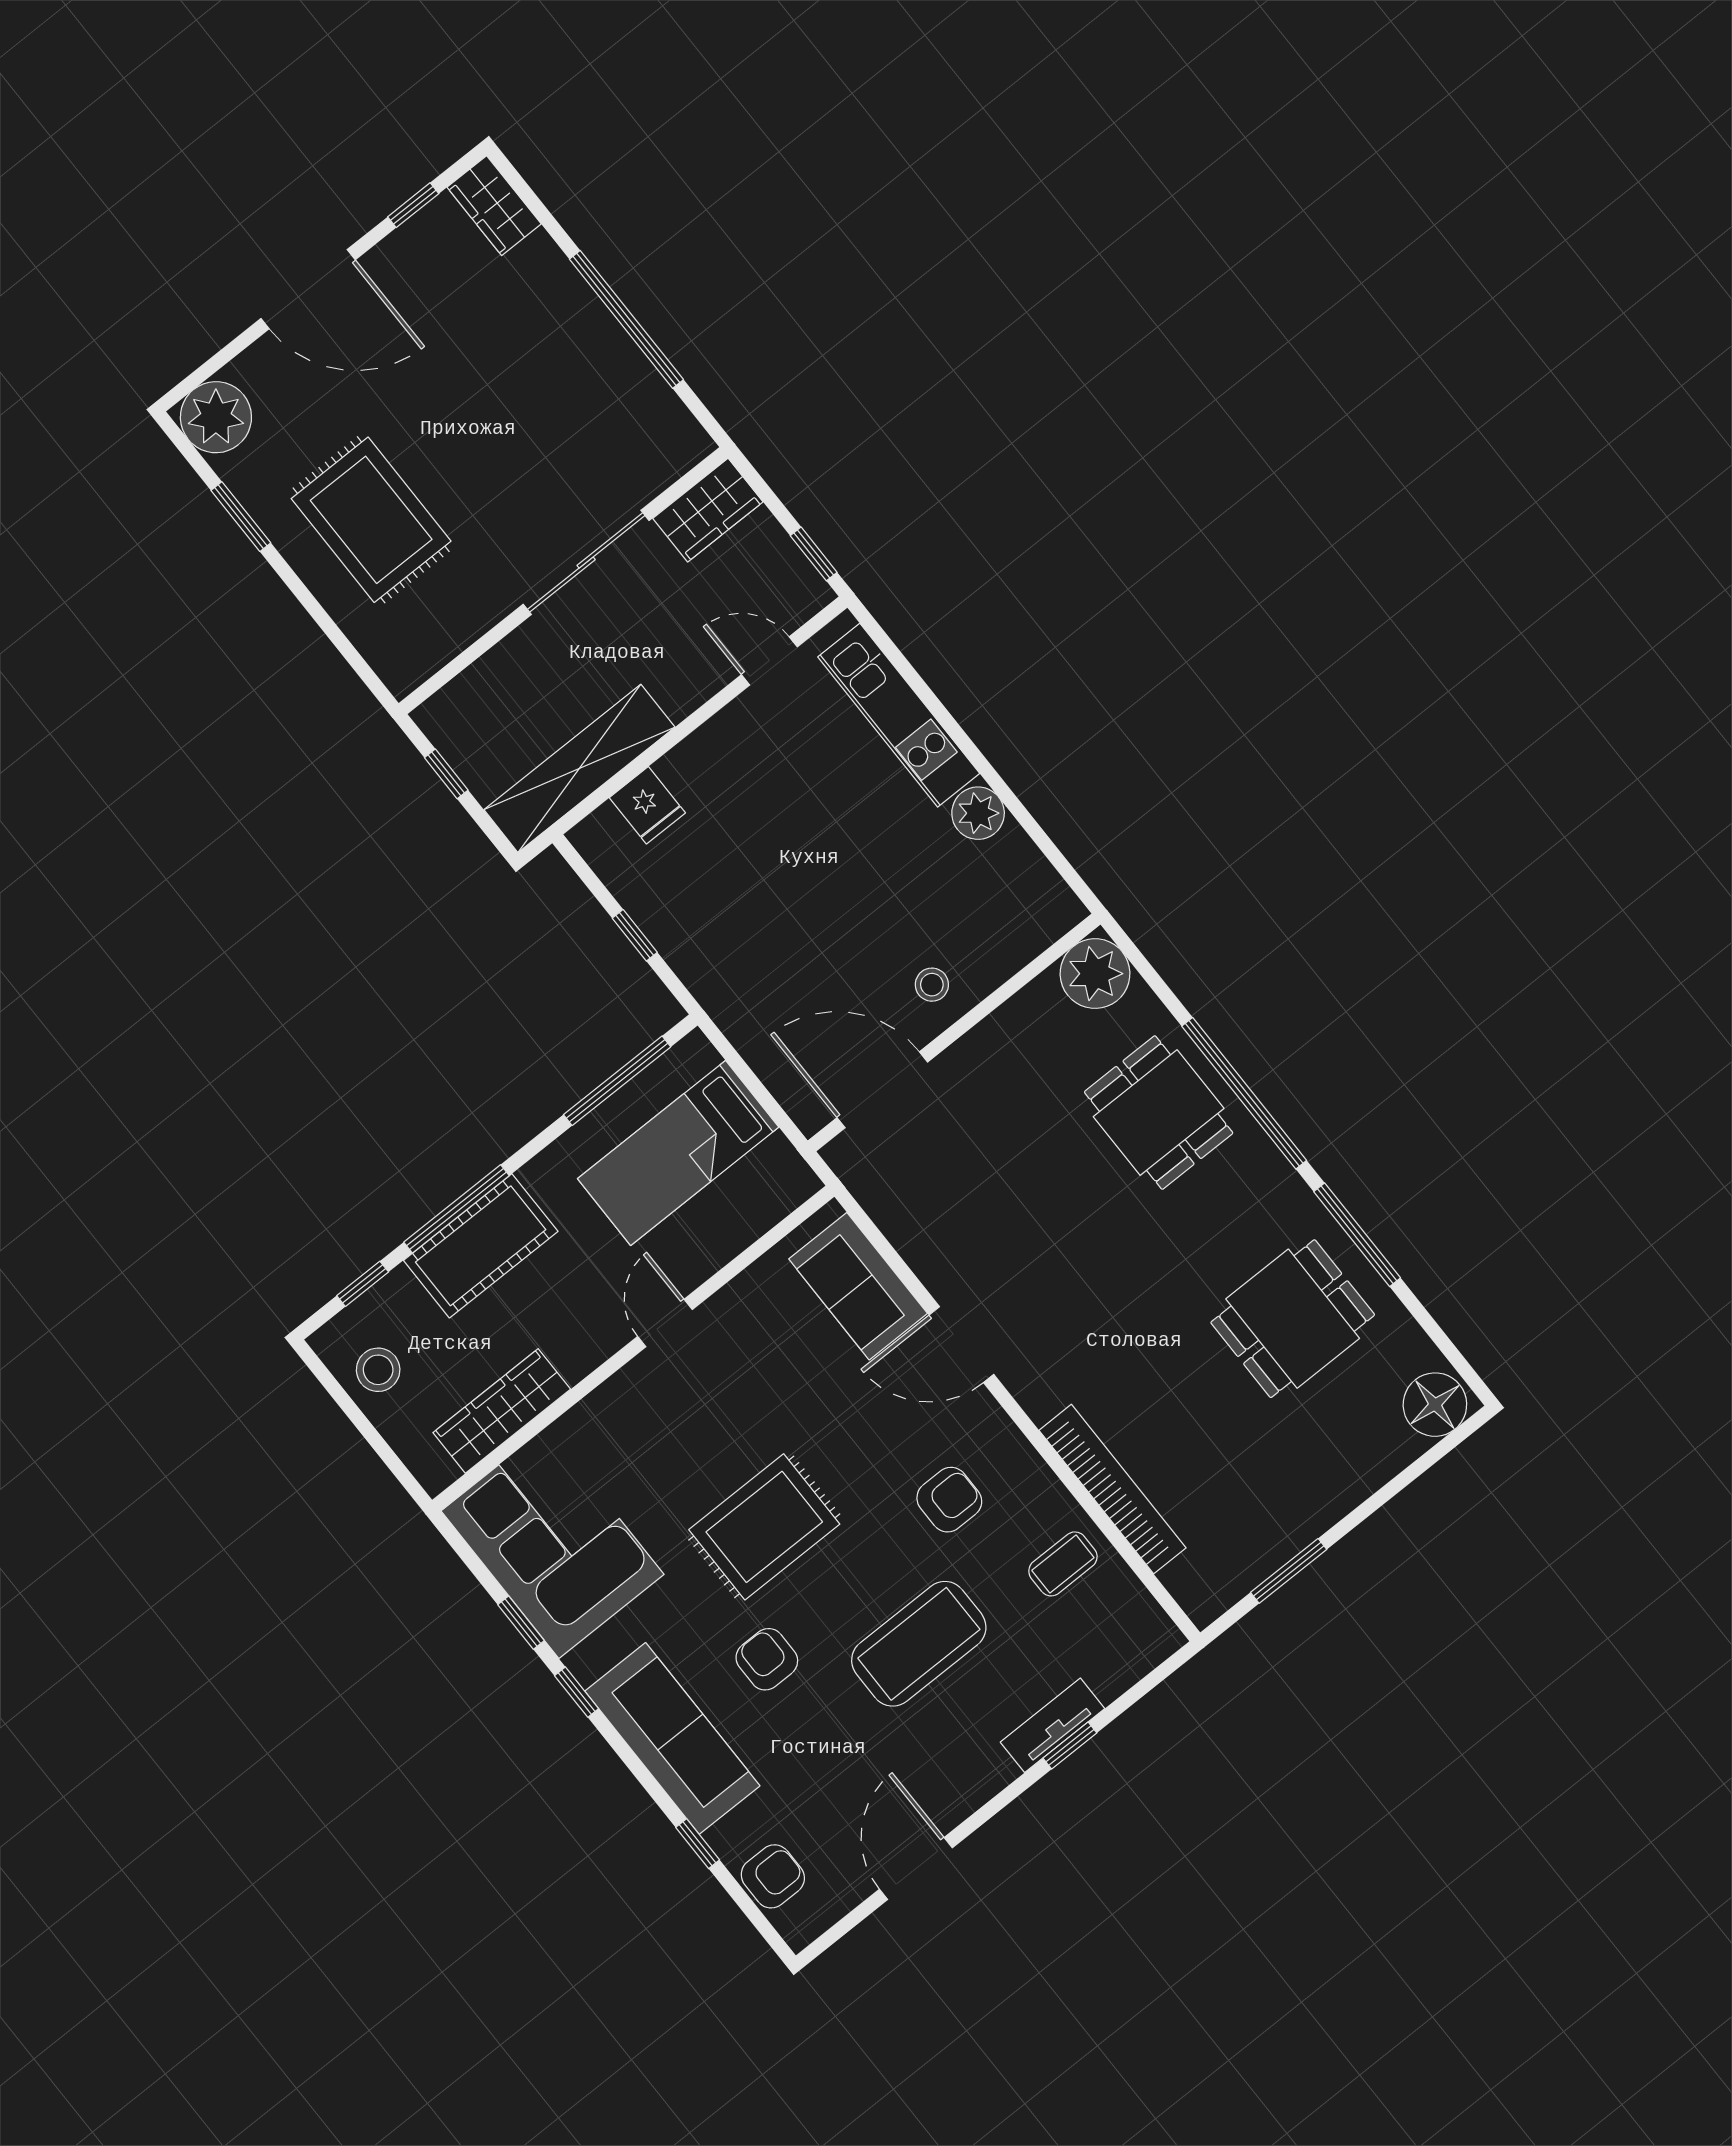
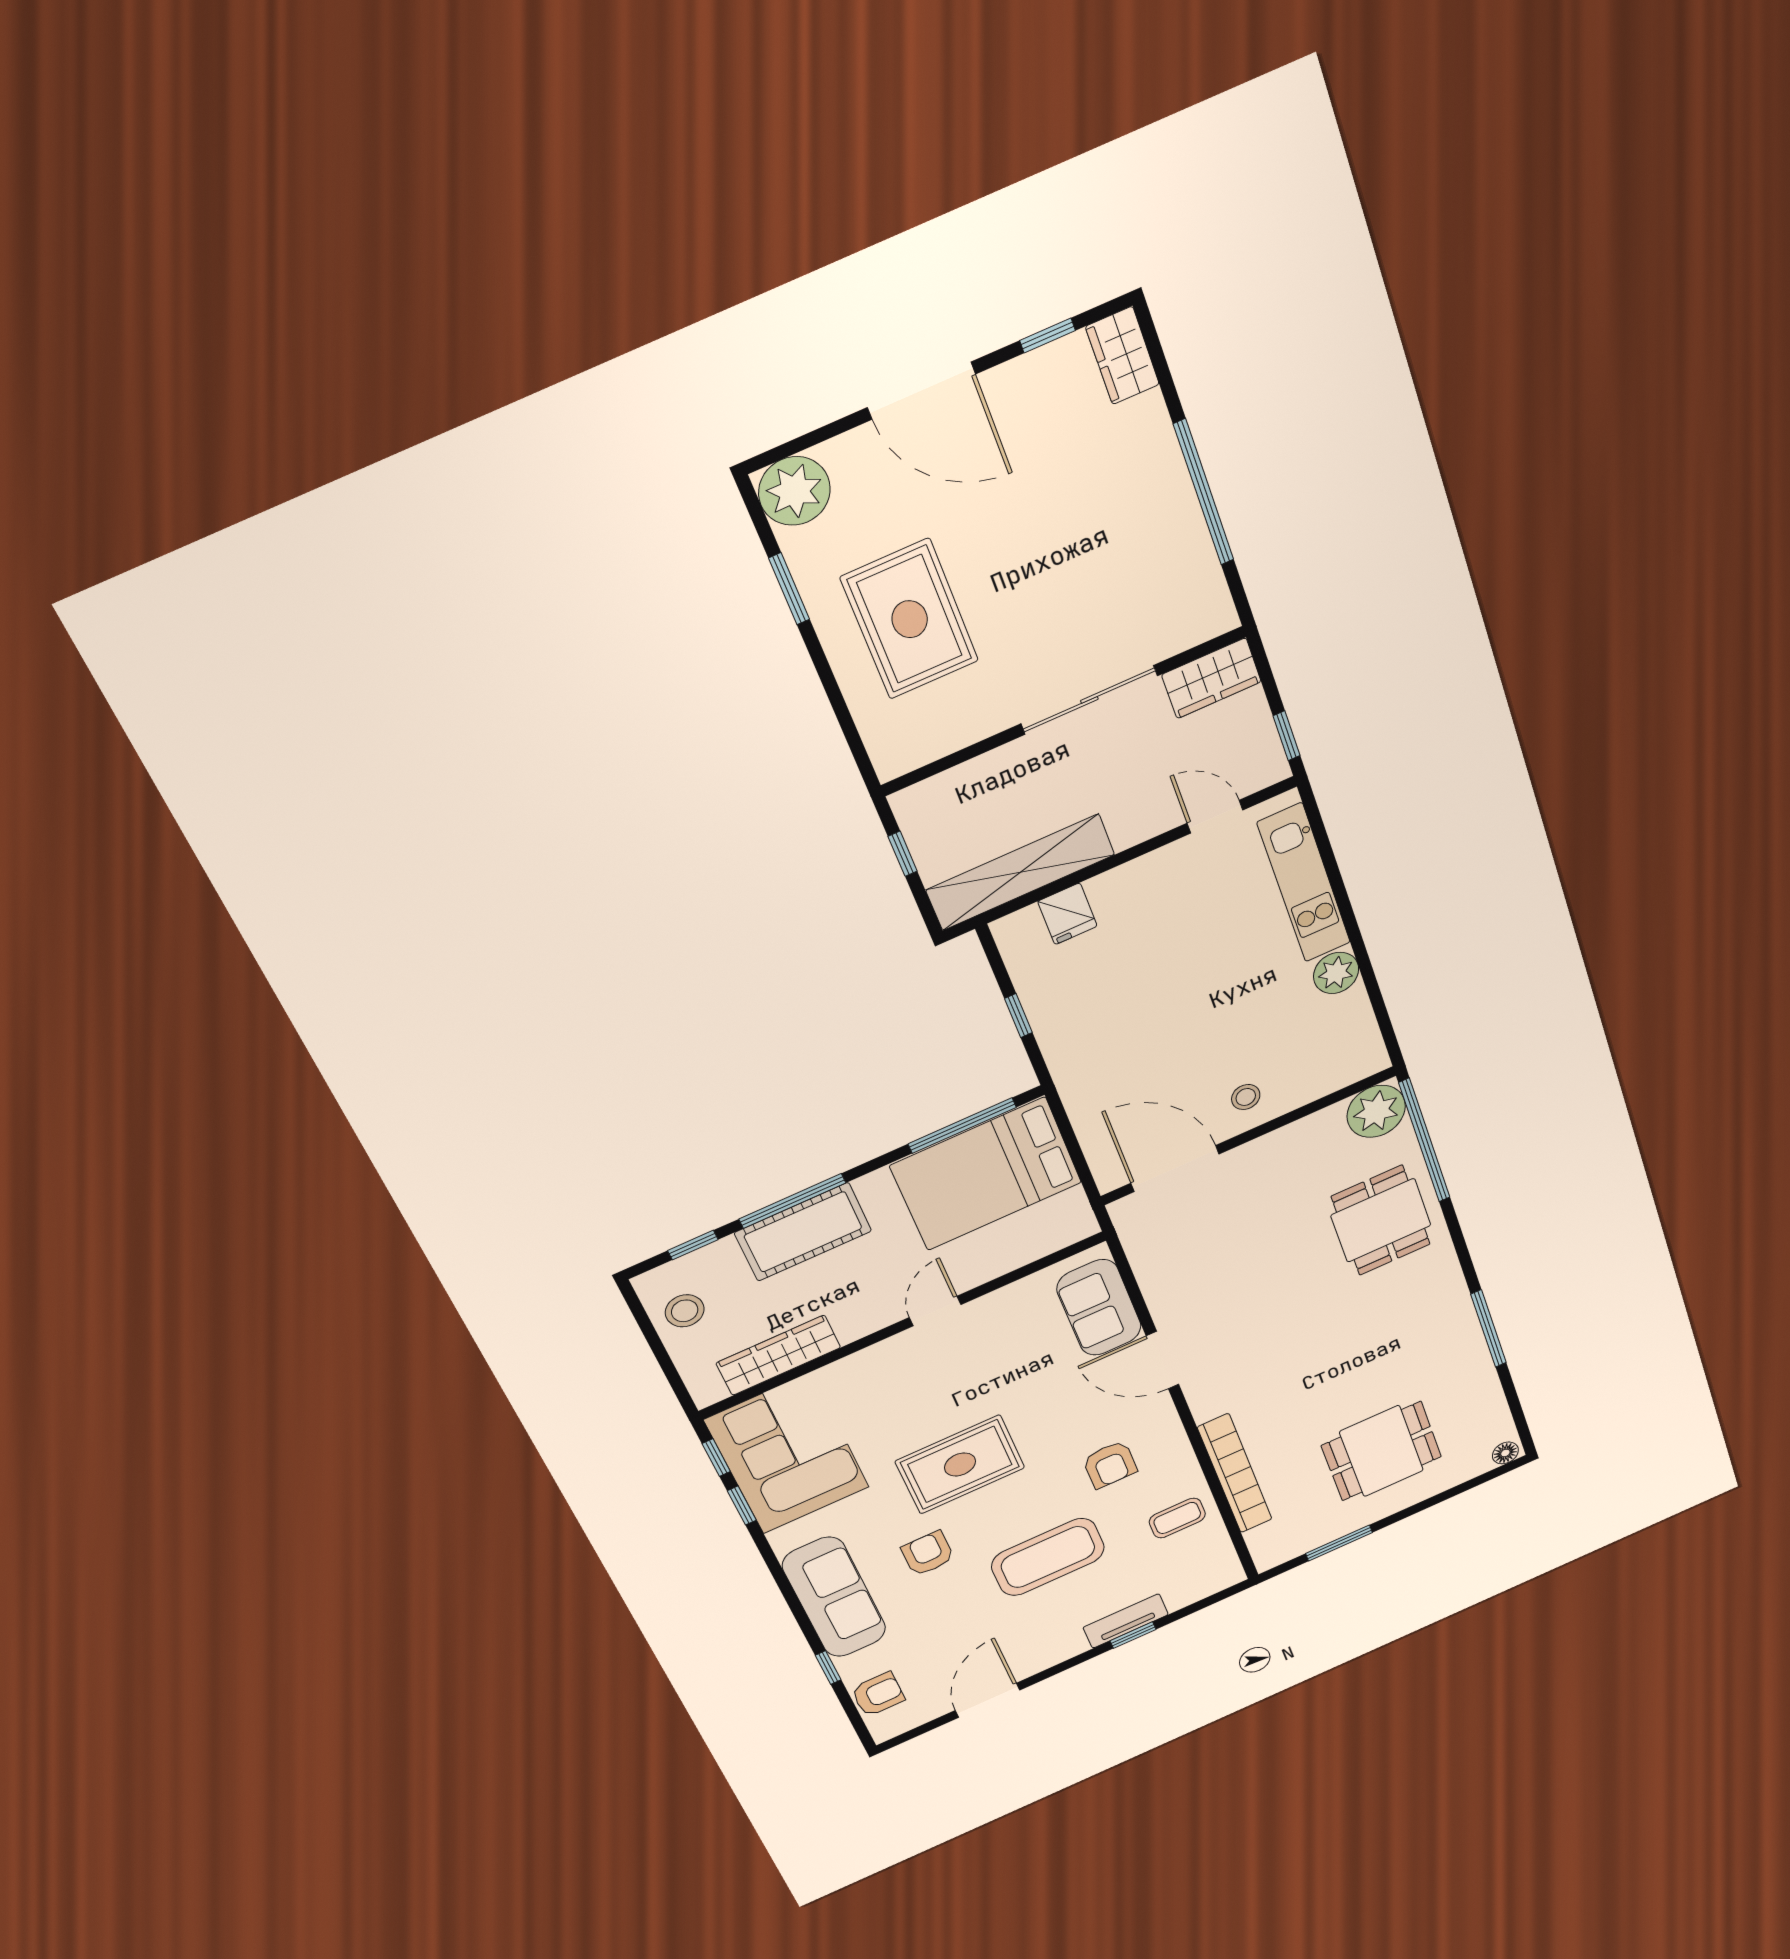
window: (1244, 1093) -> (1424, 1140), moved
bed: (678, 1153) -> (986, 1174), width x1.50
dining table: (1293, 1319) -> (1381, 1451), moved
floor lamp: (1435, 1405) -> (1505, 1453), width x0.53, depth x0.53
armchair: (949, 1500) -> (1110, 1465), turned 90
window: (577, 1692) -> (716, 1458), moved

